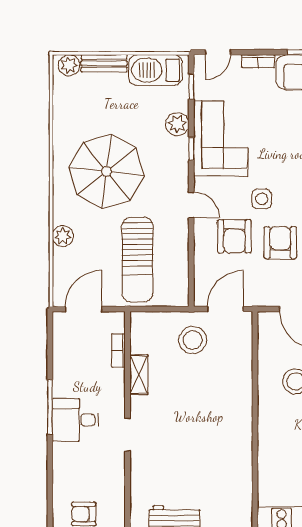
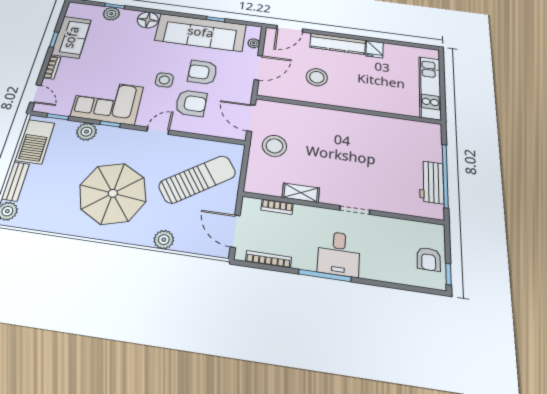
sun lounger: (137, 260) -> (197, 179), turned -34
bookcase: (58, 348) -> (268, 259), added

